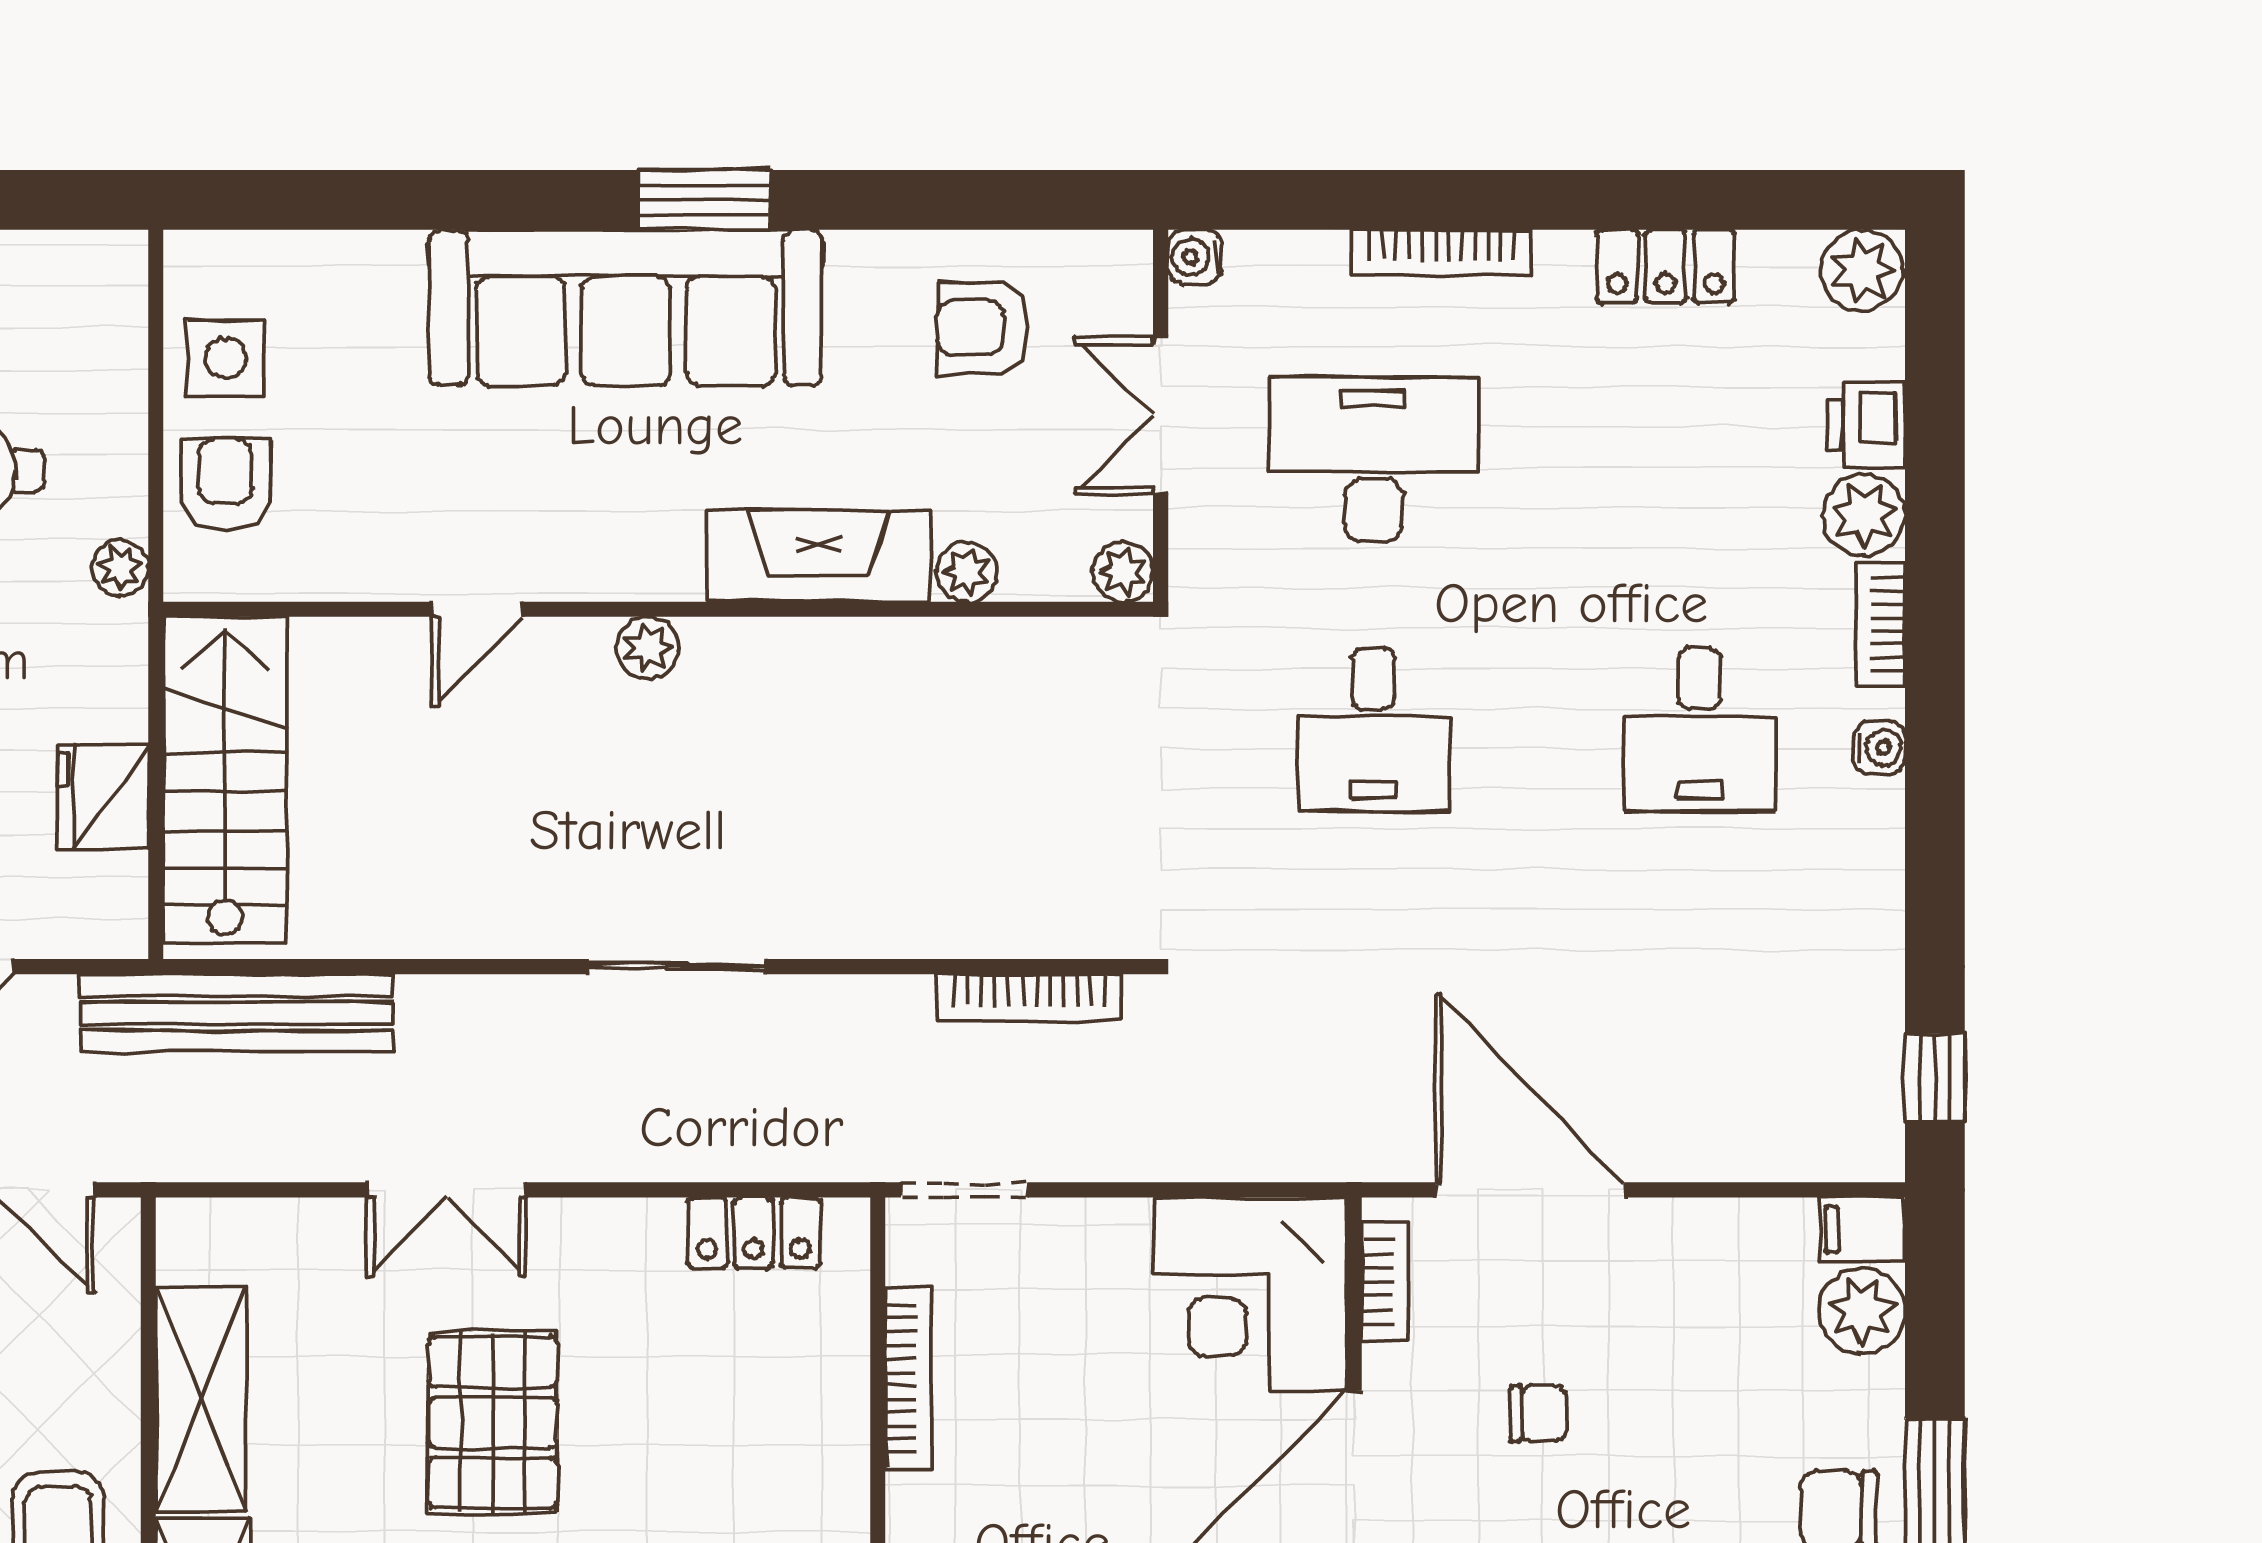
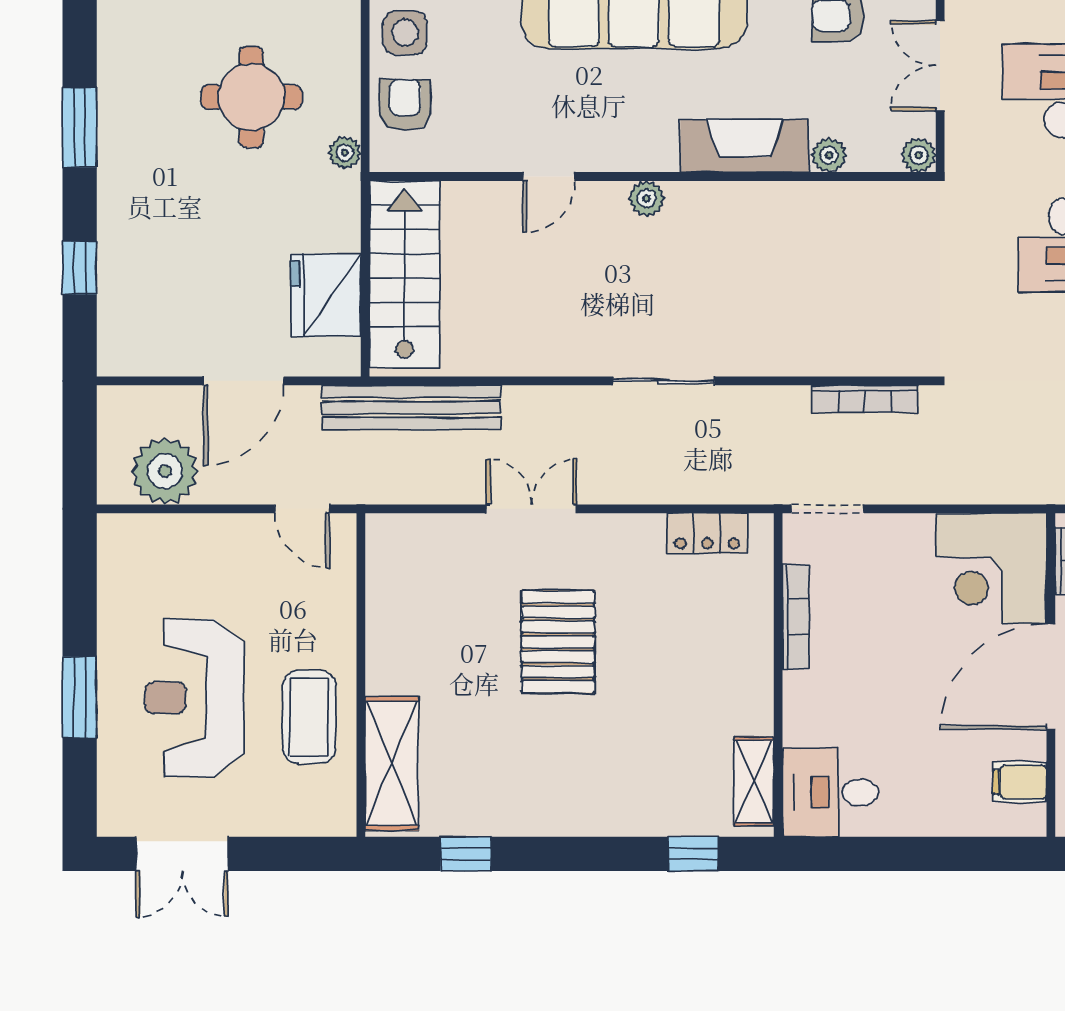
fridge: (103, 797) -> (326, 295), width x1.36, depth x1.34
double door: (447, 1190) -> (532, 509), swing flipped
shelving: (201, 1399) -> (391, 629), removed

